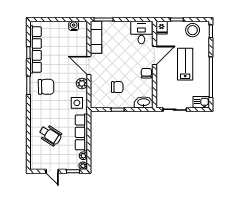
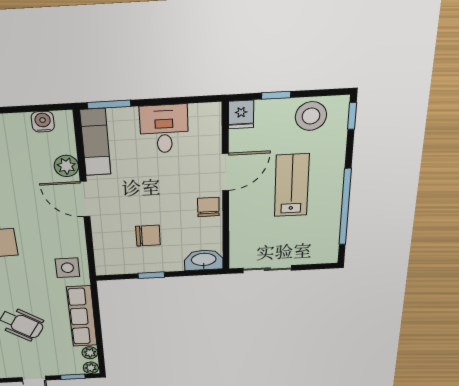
desk: (141, 32) -> (164, 129), moved
plant: (82, 83) -> (66, 166), moved
kitchen sink: (201, 102) -> (322, 254), removed

